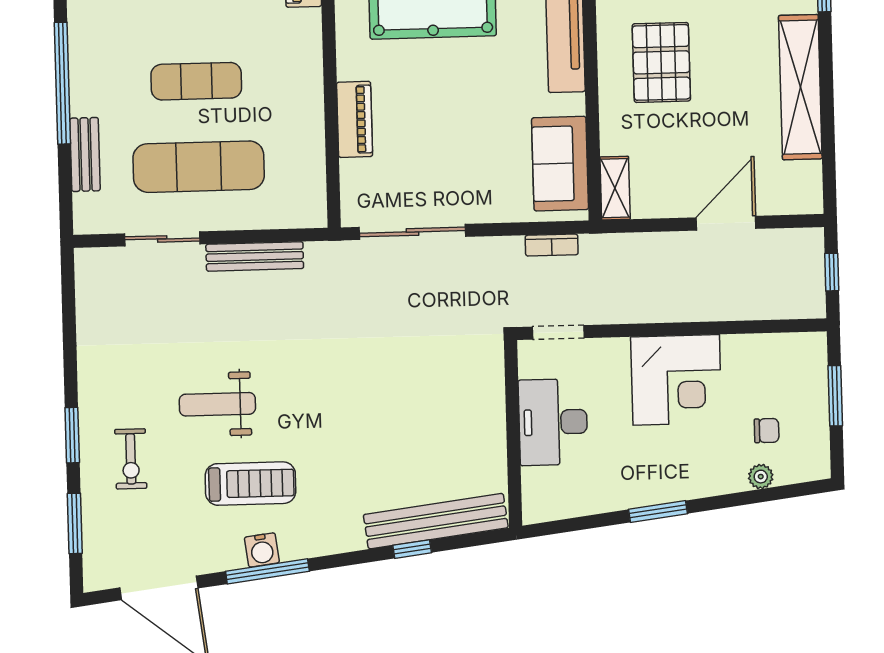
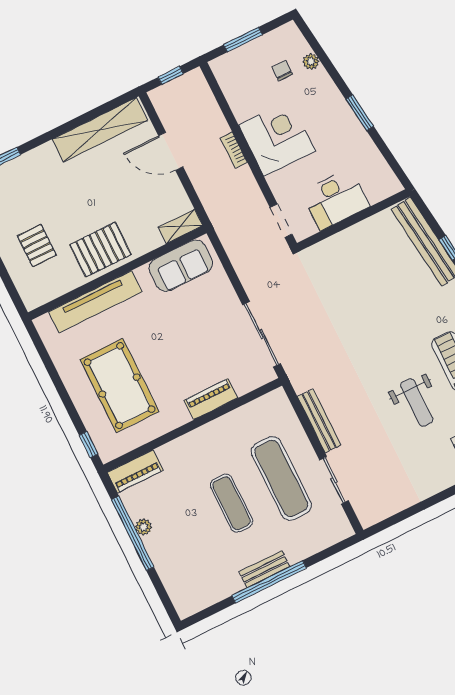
pallet: (661, 62) -> (101, 250), moved
shelving: (800, 87) -> (100, 130), moved
bench: (85, 154) -> (264, 569), moved
bookcase: (552, 245) -> (234, 150), moved, turned 180

